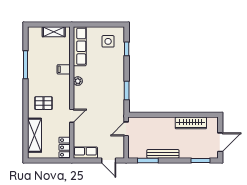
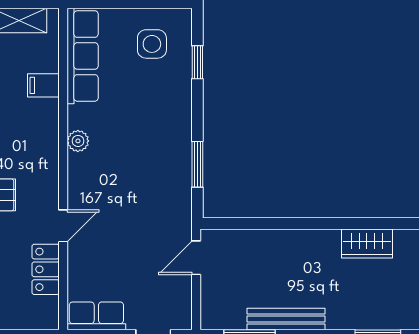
filing cabinet: (64, 69) -> (43, 85), moved
wardrobe: (191, 123) -> (367, 243), width x0.67
locker: (65, 147) -> (46, 269), moved

